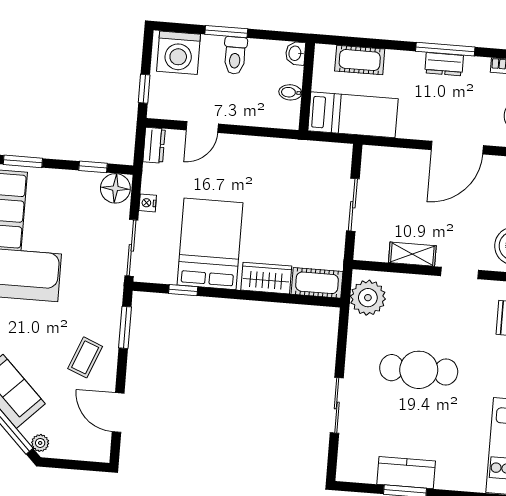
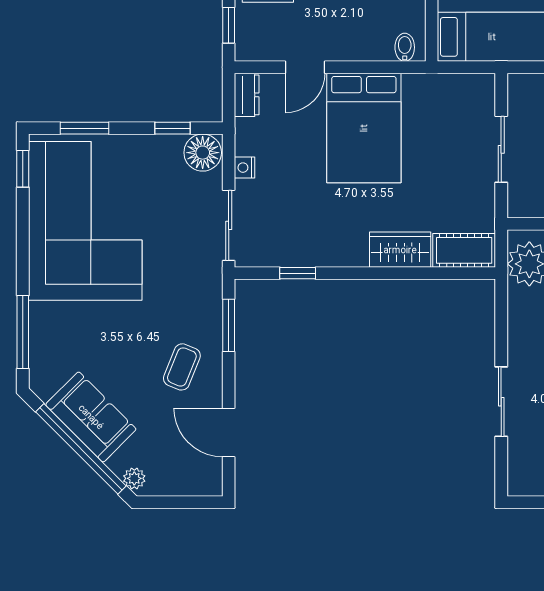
bidet: (290, 92) -> (405, 47), moved, turned 90
bed: (210, 244) -> (364, 128), moved, turned 180

